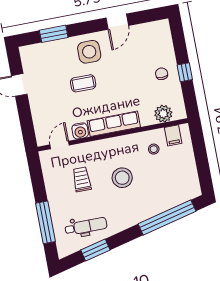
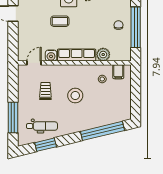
window: (185, 72) -> (136, 27), width x3.17
plant: (163, 114) -> (103, 55), moved

